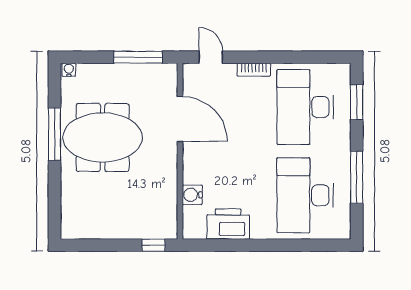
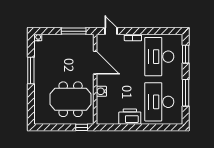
meeting table: (103, 137) -> (71, 99), moved
water cooler: (192, 195) -> (101, 91), moved
printer: (228, 224) -> (130, 117), moved

